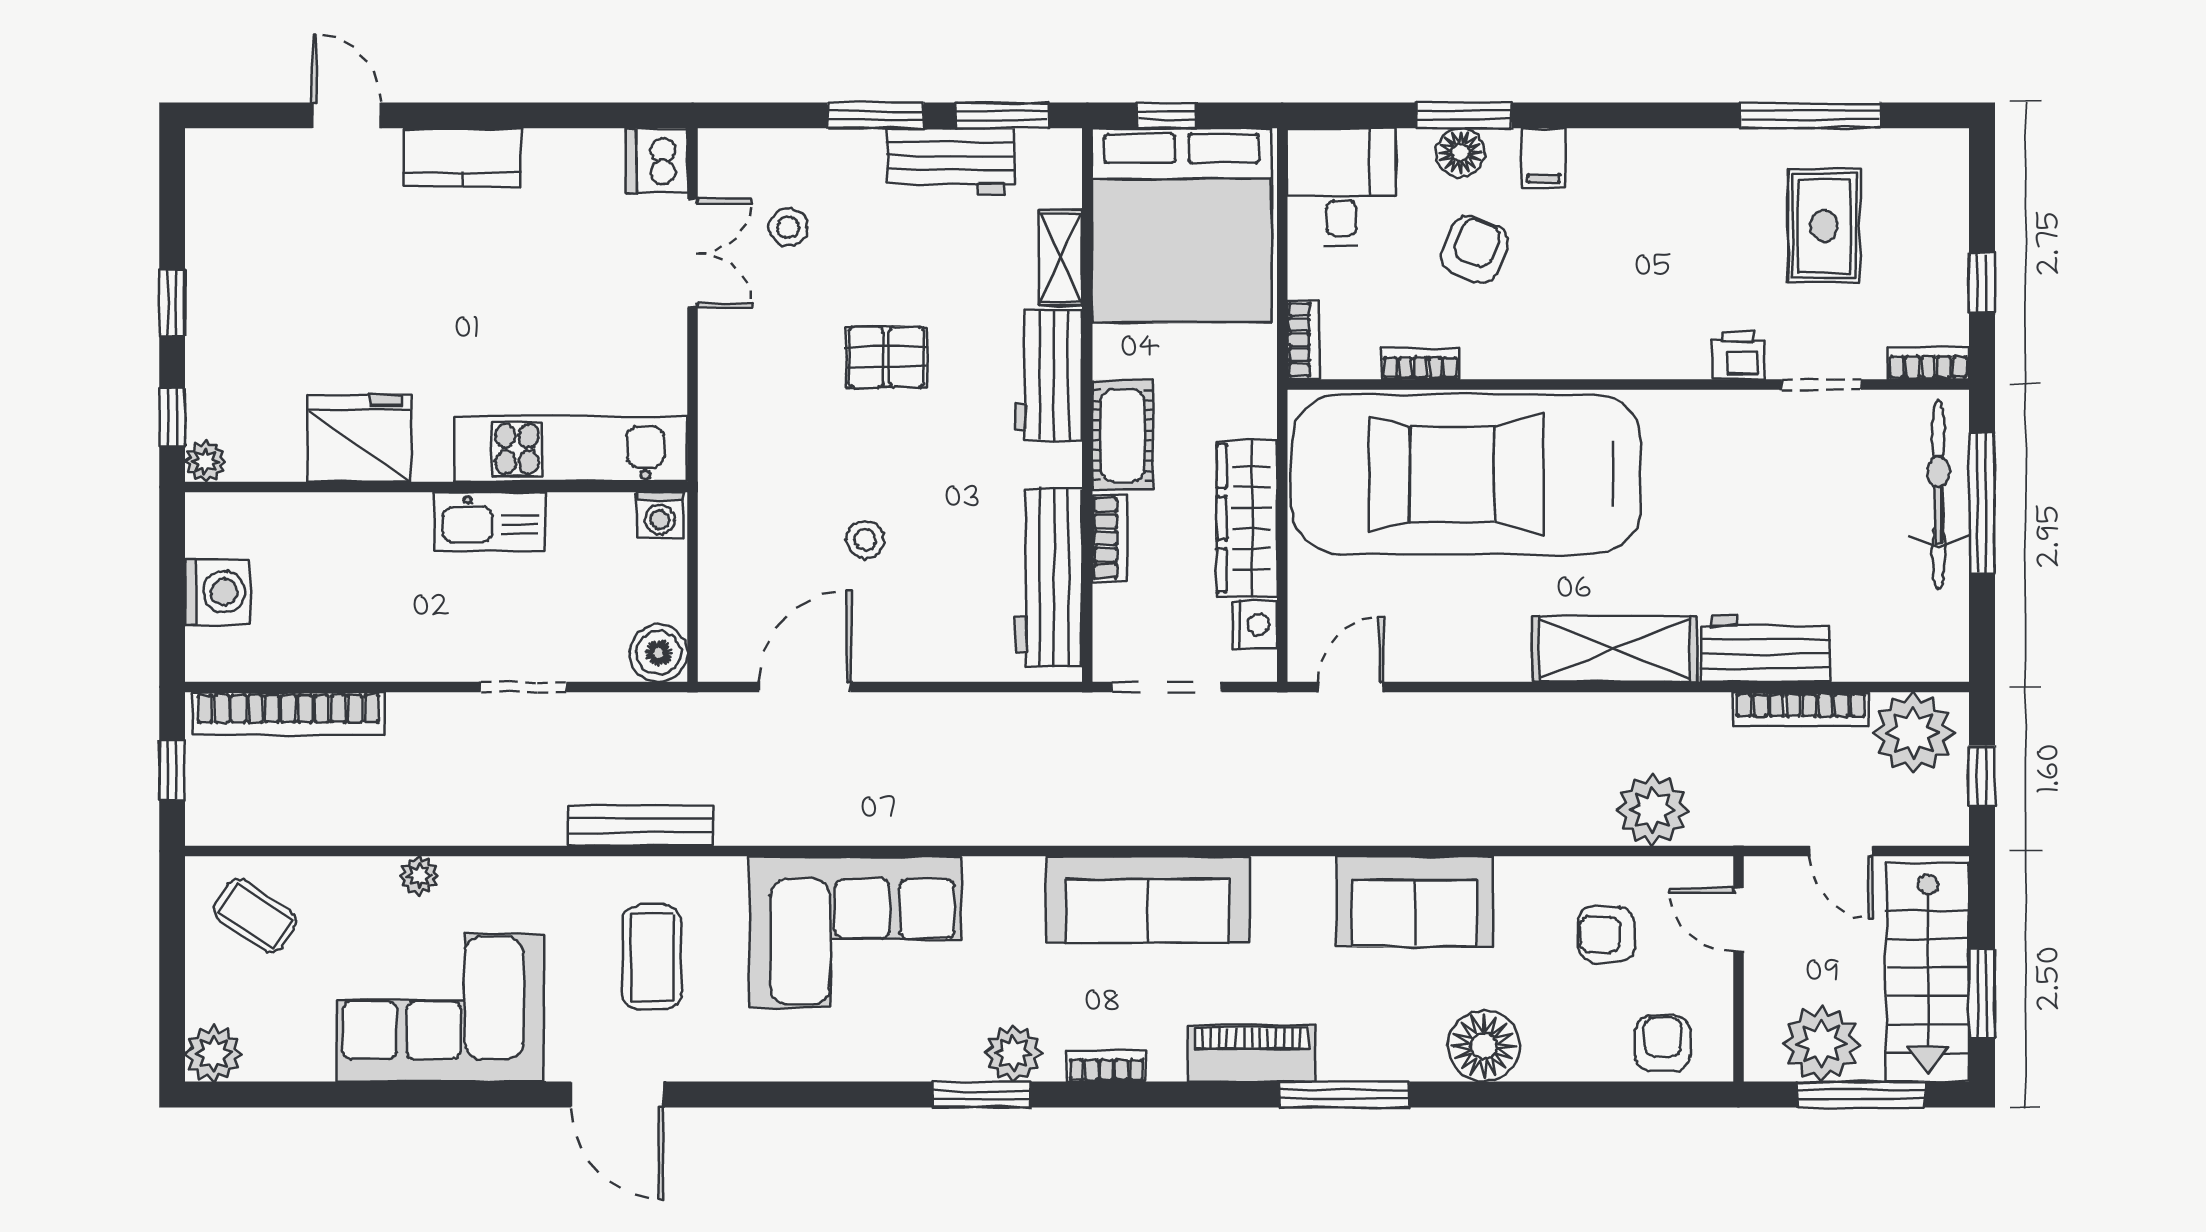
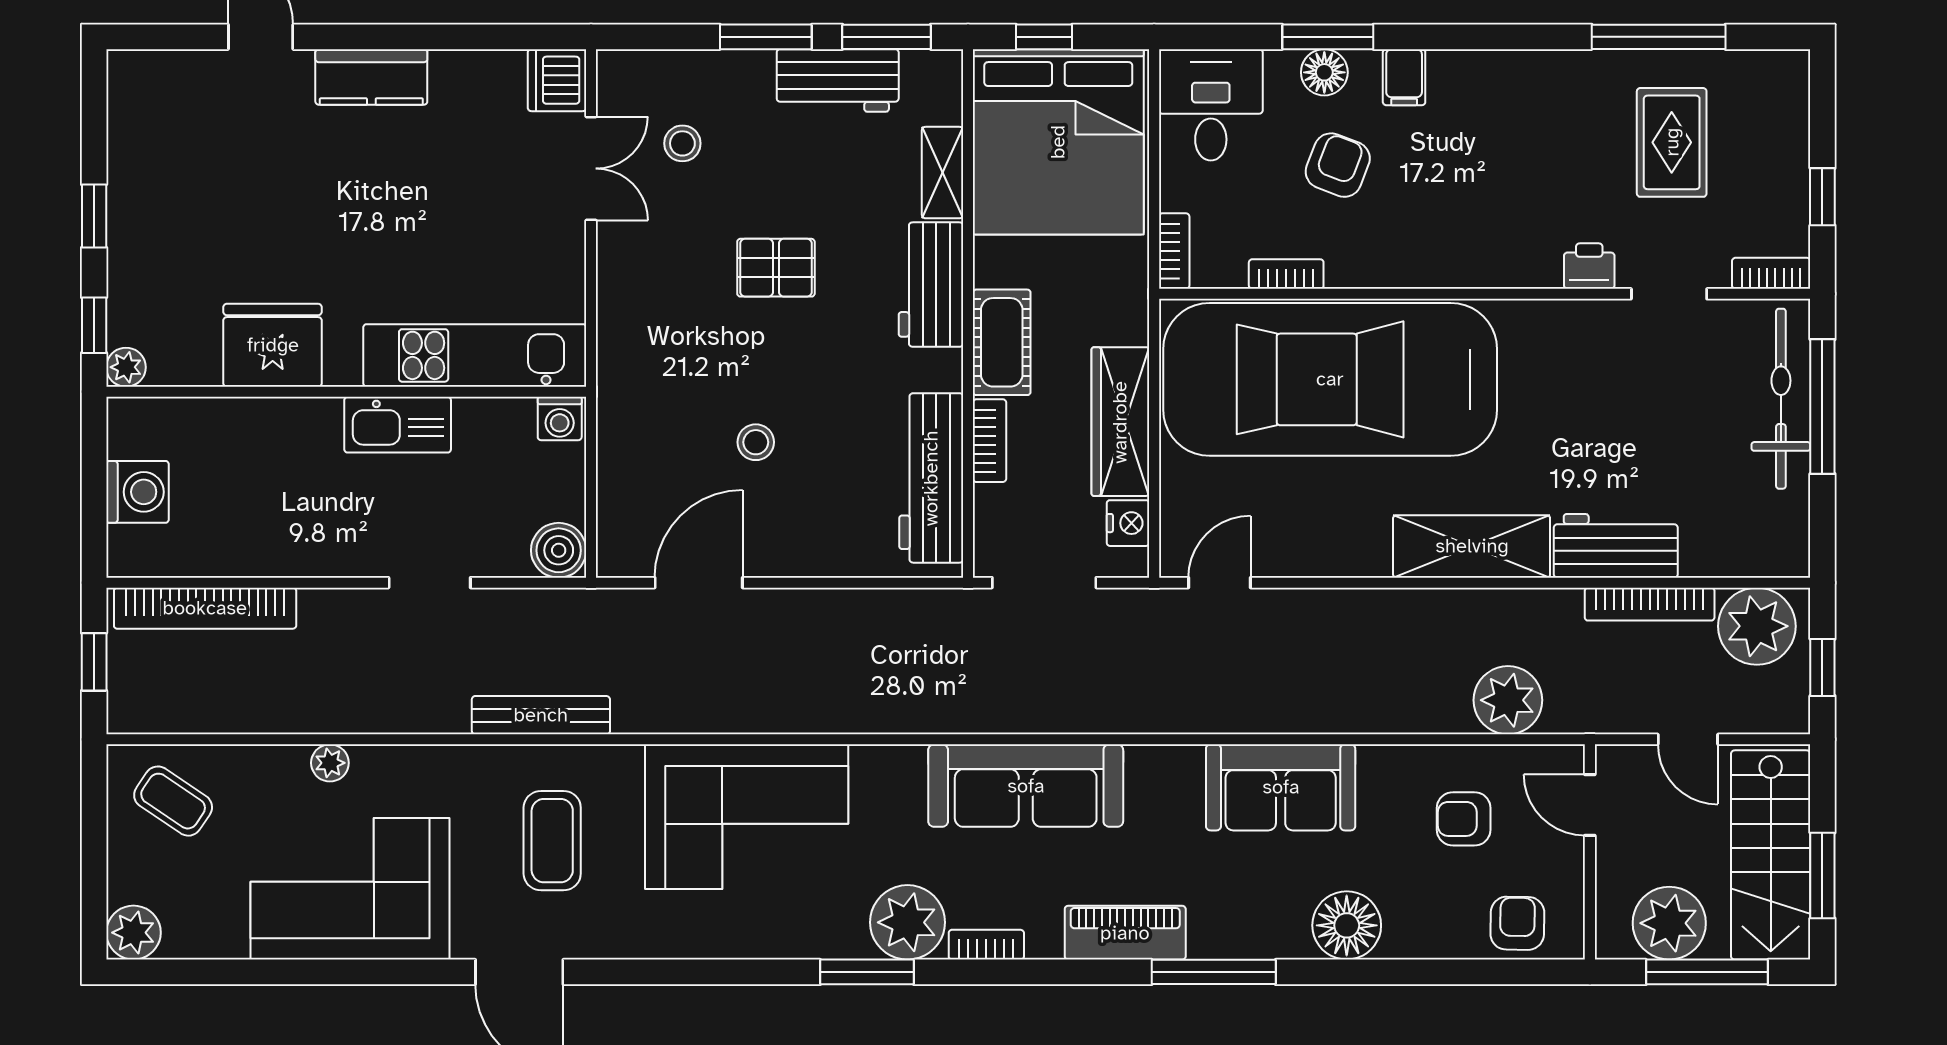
plant: (1013, 1053) -> (907, 922), width x1.36, depth x1.36

